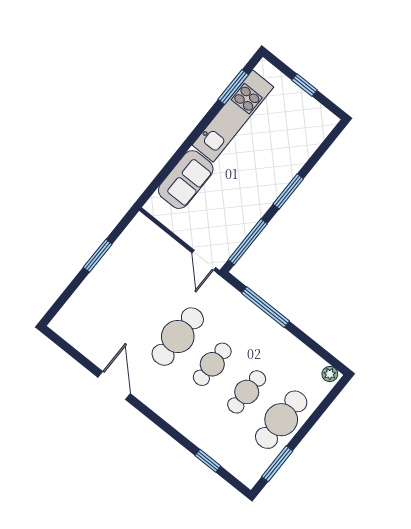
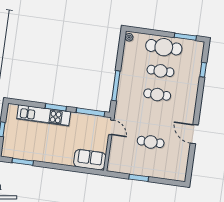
kitchen unit: (233, 116) -> (44, 115), moved, turned 180
sofa: (186, 180) -> (90, 160), moved
door: (204, 260) -> (111, 127), hinge flipped
cafe table: (178, 337) -> (151, 142), moved, width x0.73, depth x0.74
door: (114, 385) -> (194, 134), hinge flipped

